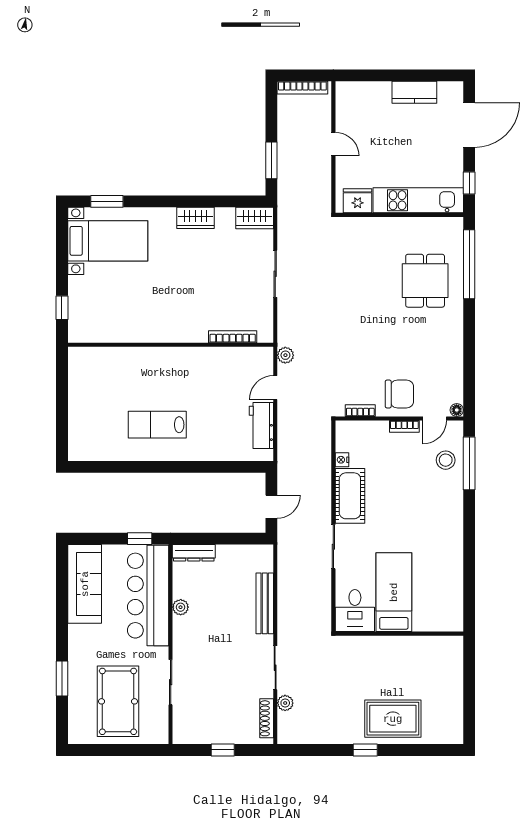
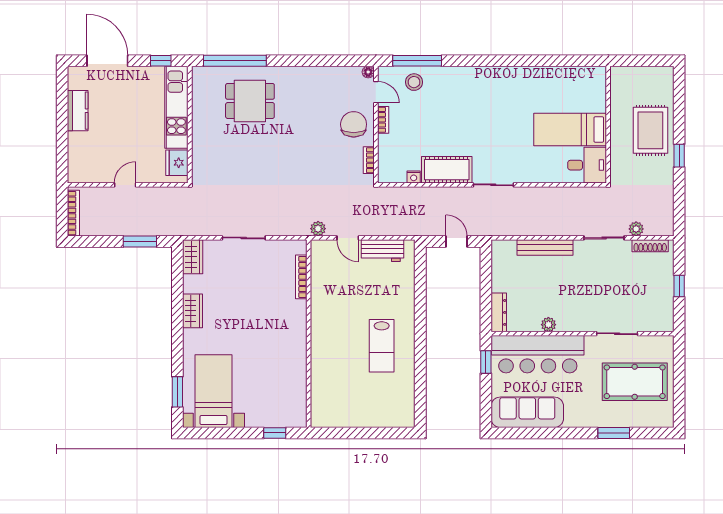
bed: (394, 592) -> (570, 130), moved
desk: (355, 611) -> (587, 165), moved
wall: (399, 634) -> (608, 125), moved

